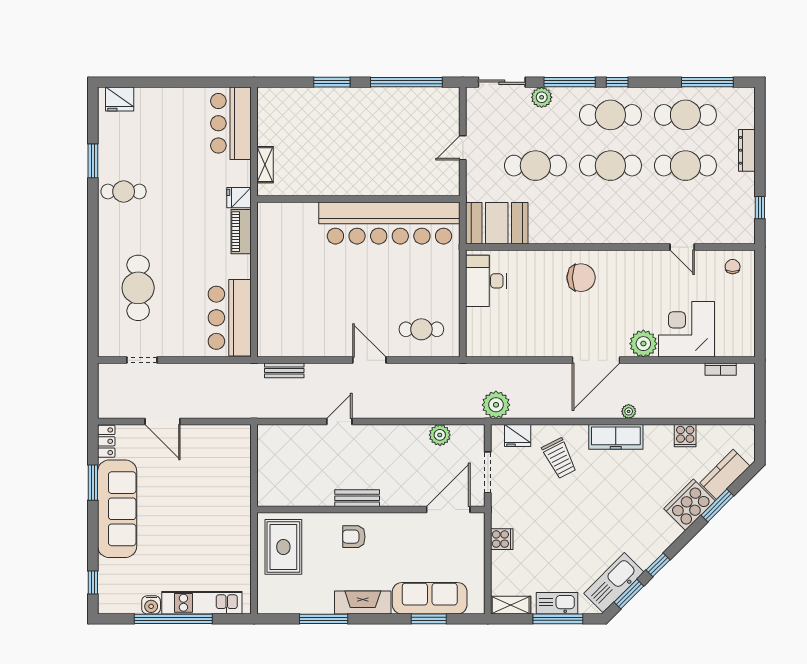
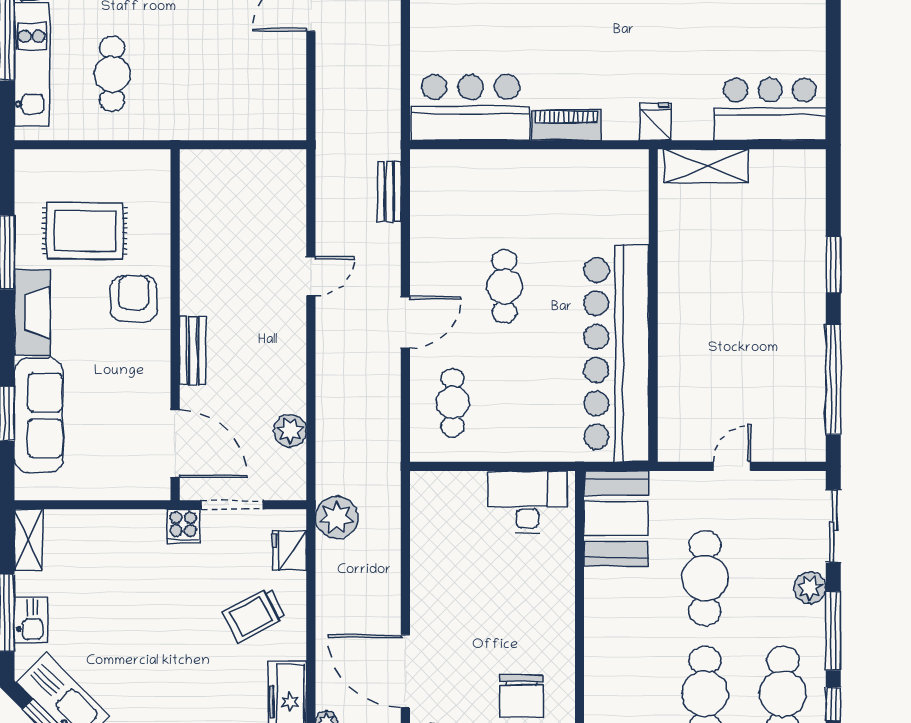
door: (463, 148) -> (732, 466), hinge flipped
shelving: (265, 165) -> (706, 166), width x1.50, depth x1.33
piano: (241, 232) -> (566, 125), moved
chair: (581, 278) -> (522, 696), moved
cafe table: (346, 296) -> (504, 286), added
door: (339, 421) -> (311, 276), hinge flipped
bench: (357, 498) -> (193, 350), moved
armchair: (354, 537) -> (134, 299), width x1.38, depth x1.38
cooker: (502, 539) -> (183, 526), moved
rug: (283, 547) -> (85, 231), moved
cafe table: (208, 551) -> (112, 74), added
kitchen sink: (557, 603) -> (31, 620), width x0.73

